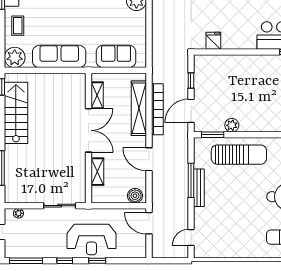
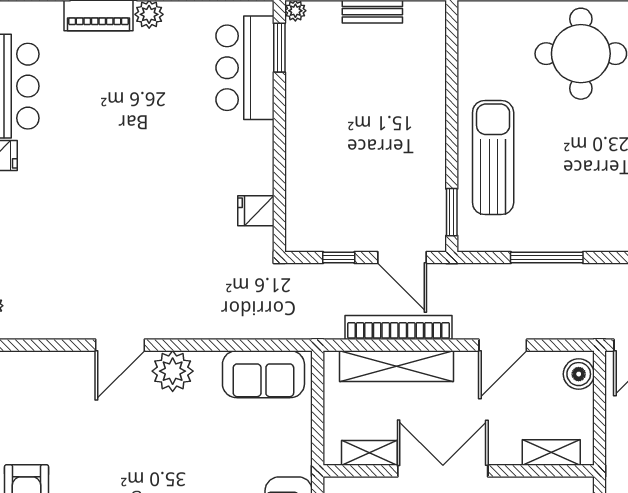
sofa: (116, 56) -> (263, 374), moved, turned -90
plant: (232, 125) -> (432, 172), removed
shelving: (97, 172) -> (551, 452), moved
bench: (199, 188) -> (562, 241), removed

